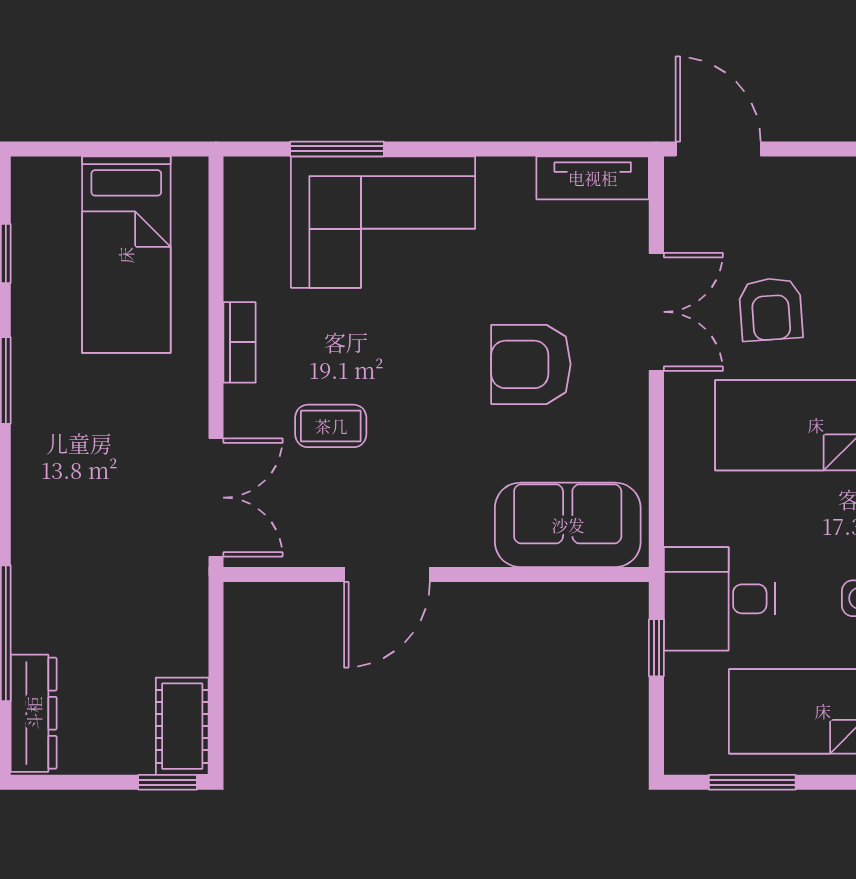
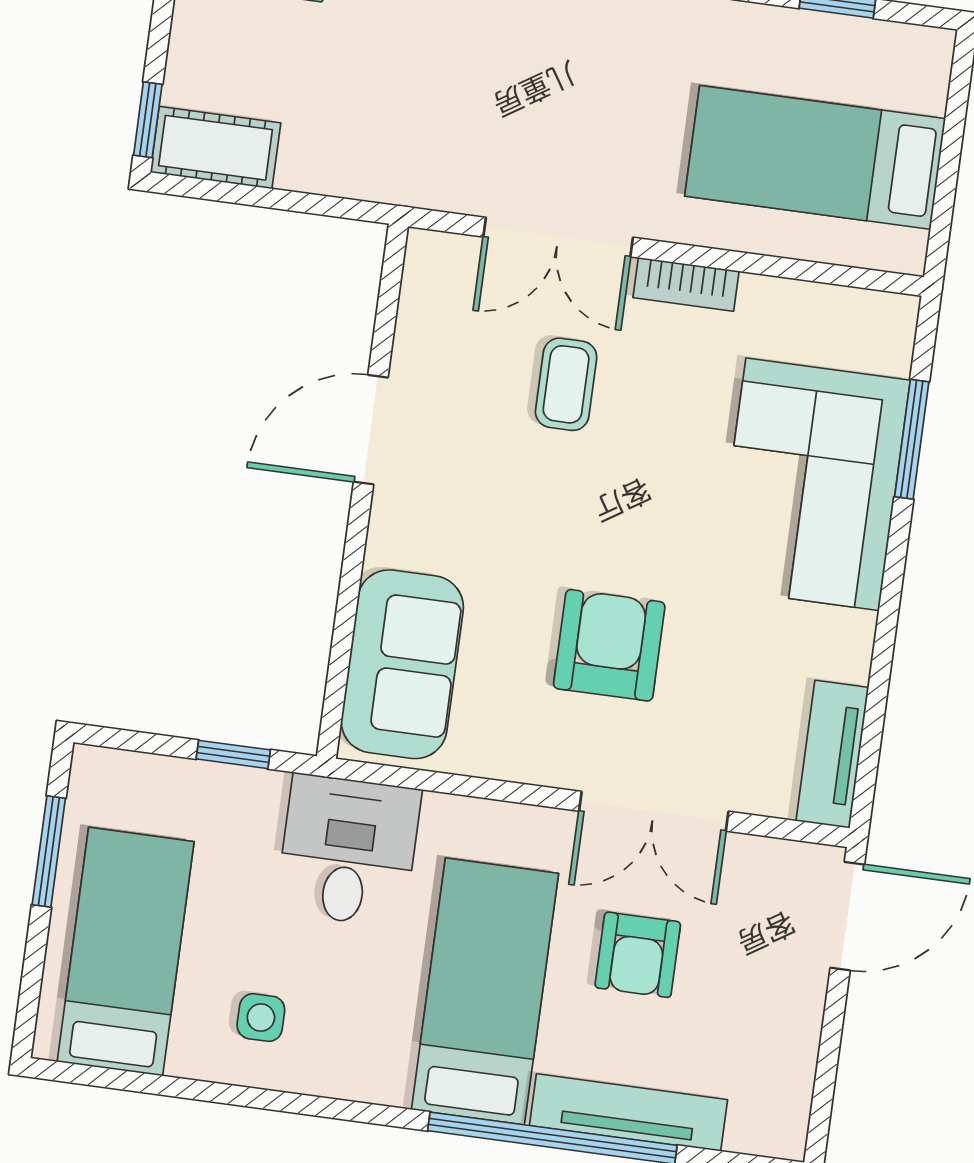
armchair: (771, 309) -> (638, 955), turned -86
double door: (216, 498) -> (558, 237), moved
door: (387, 574) -> (371, 430), hinge flipped
desk: (720, 599) -> (348, 851), moved

